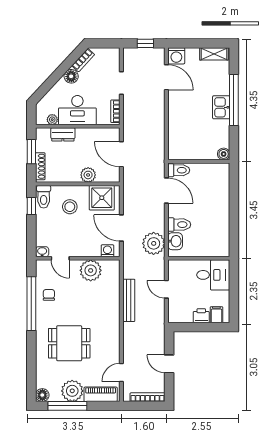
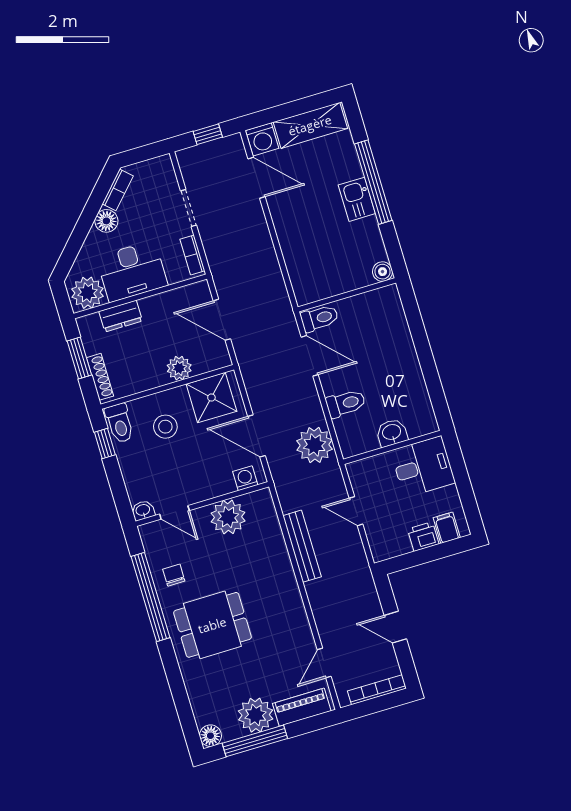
shelving: (214, 54) -> (310, 125), width x1.50, depth x1.33
plant: (52, 120) -> (87, 293), width x1.88, depth x1.88
washbasin: (175, 241) -> (392, 433), moved, turned -90
dining table: (69, 343) -> (212, 625), moved

